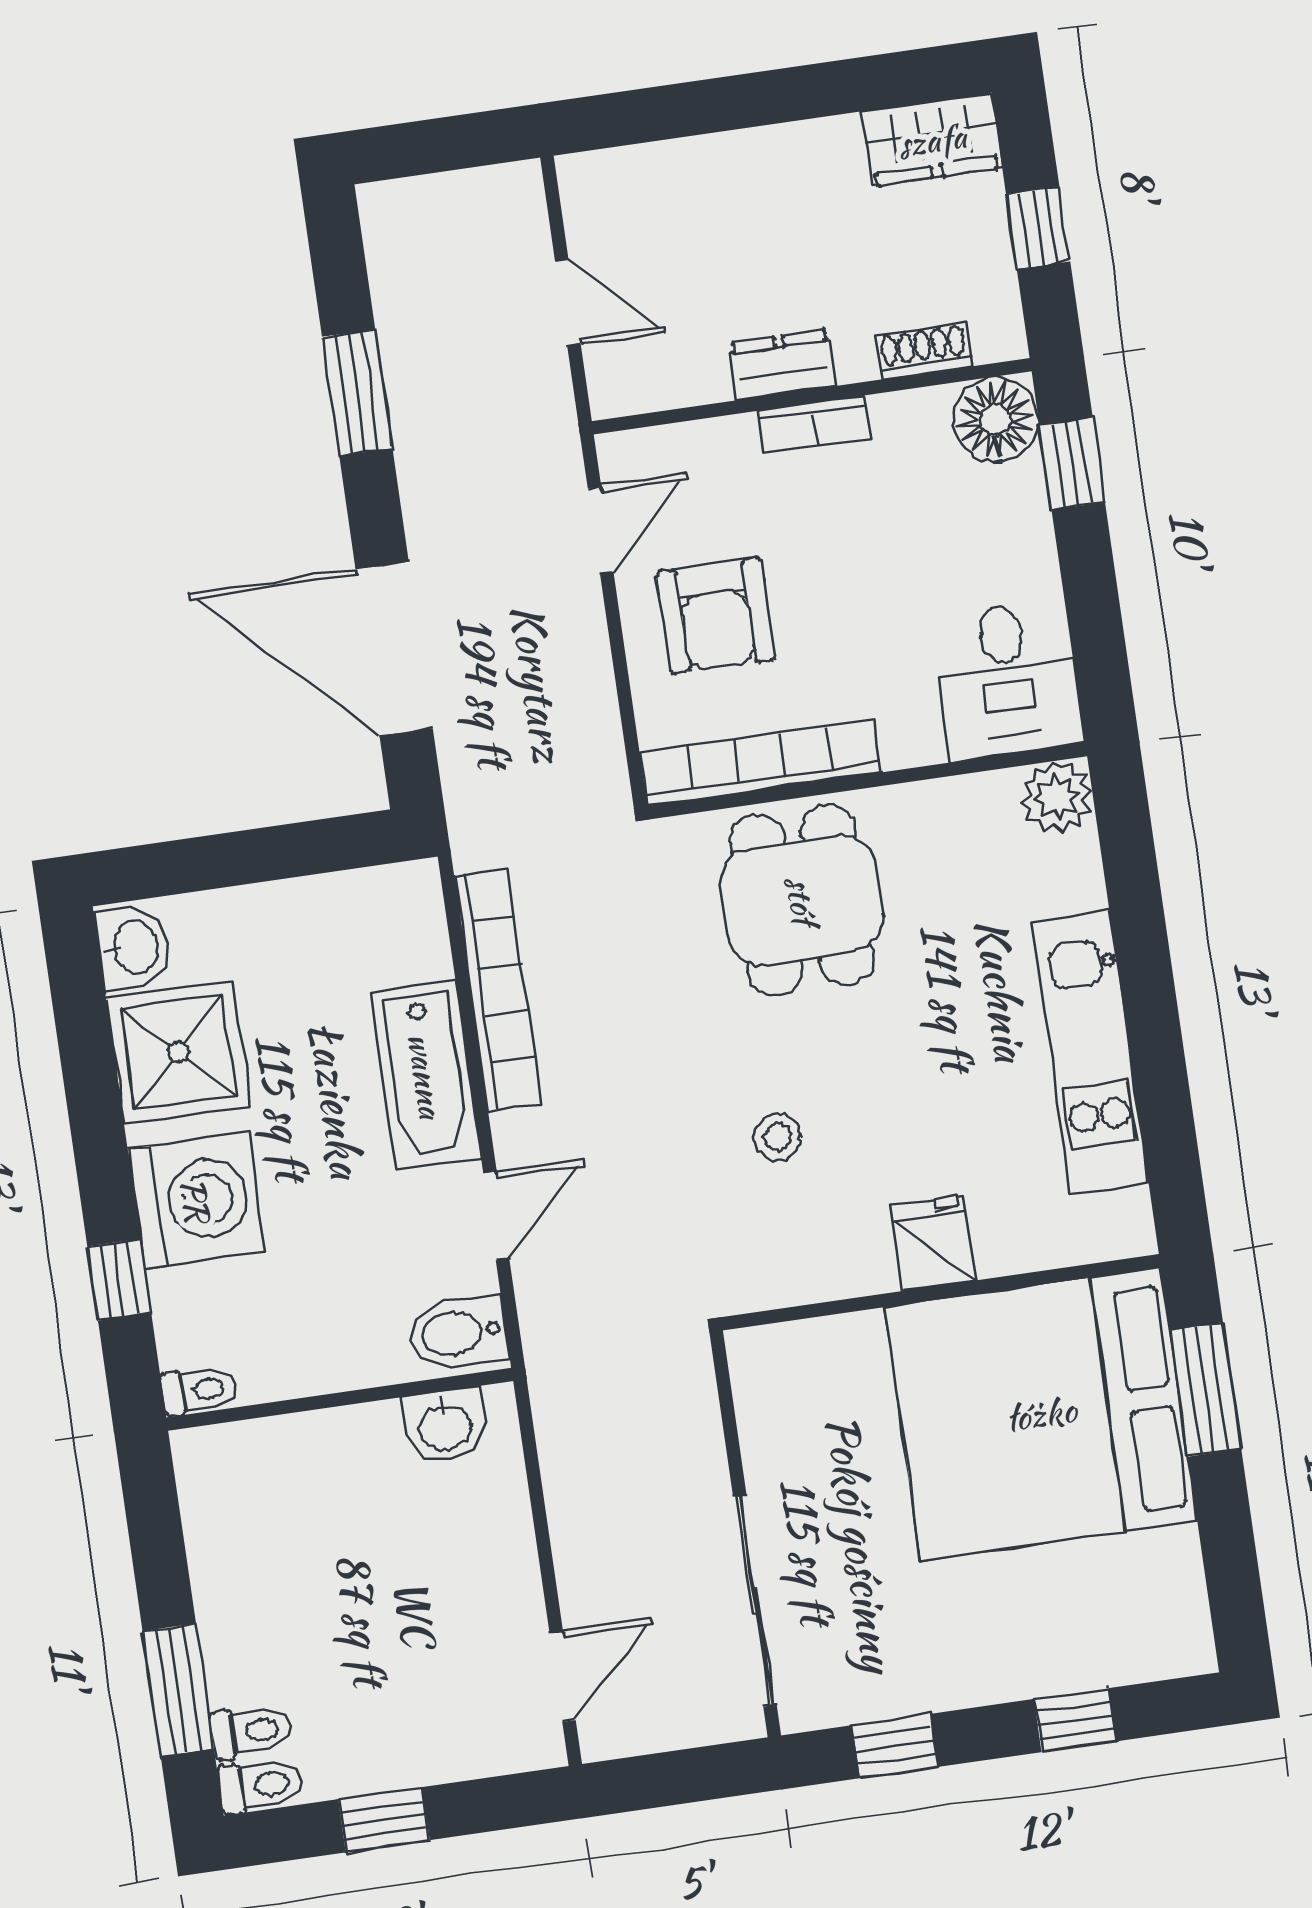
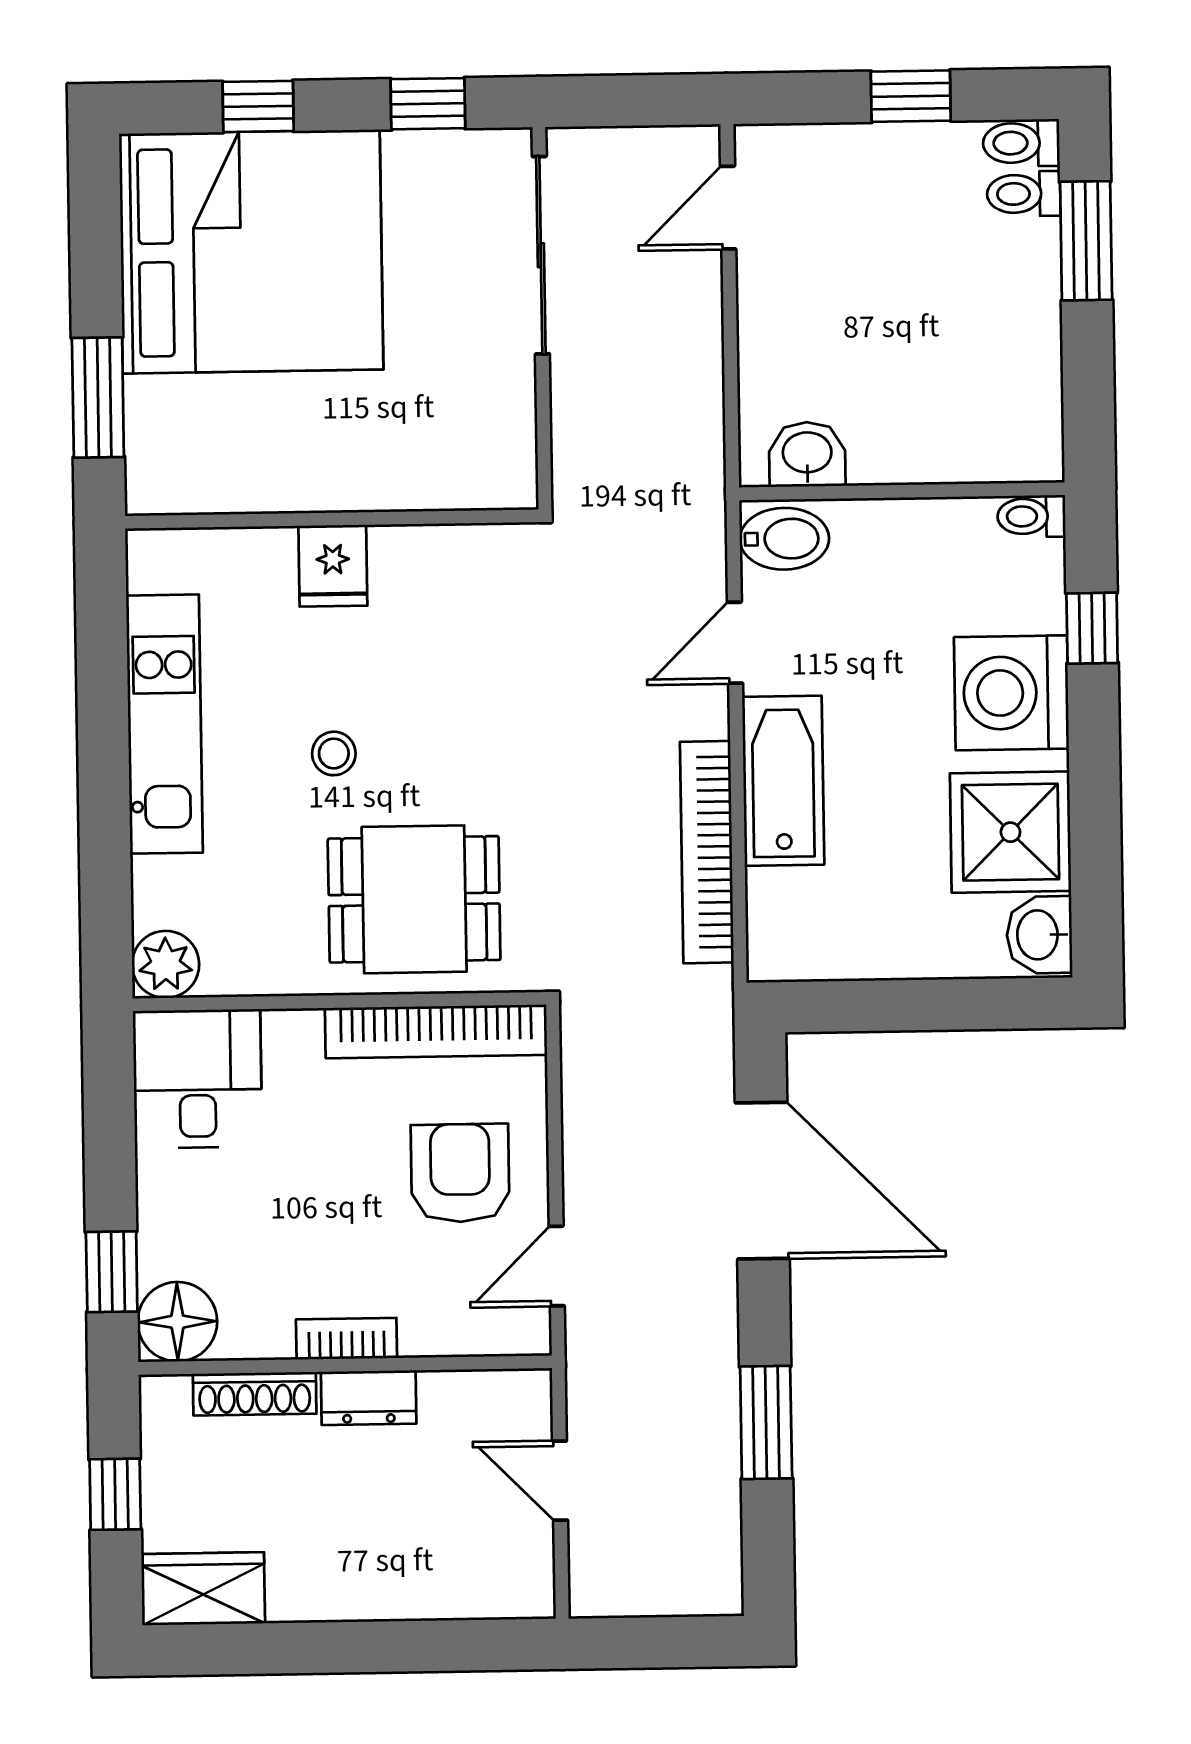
shoe rack: (923, 351) -> (255, 1394), width x1.43
dining table: (802, 900) -> (414, 899), turned 90
stool: (778, 1137) -> (334, 753), moved
bed: (1041, 1414) -> (251, 252), moved

